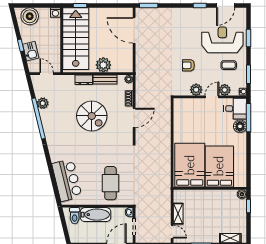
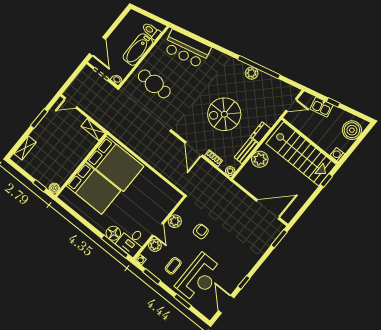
plant: (43, 103) -> (252, 73), moved
shelving: (178, 214) -> (93, 130), moved

